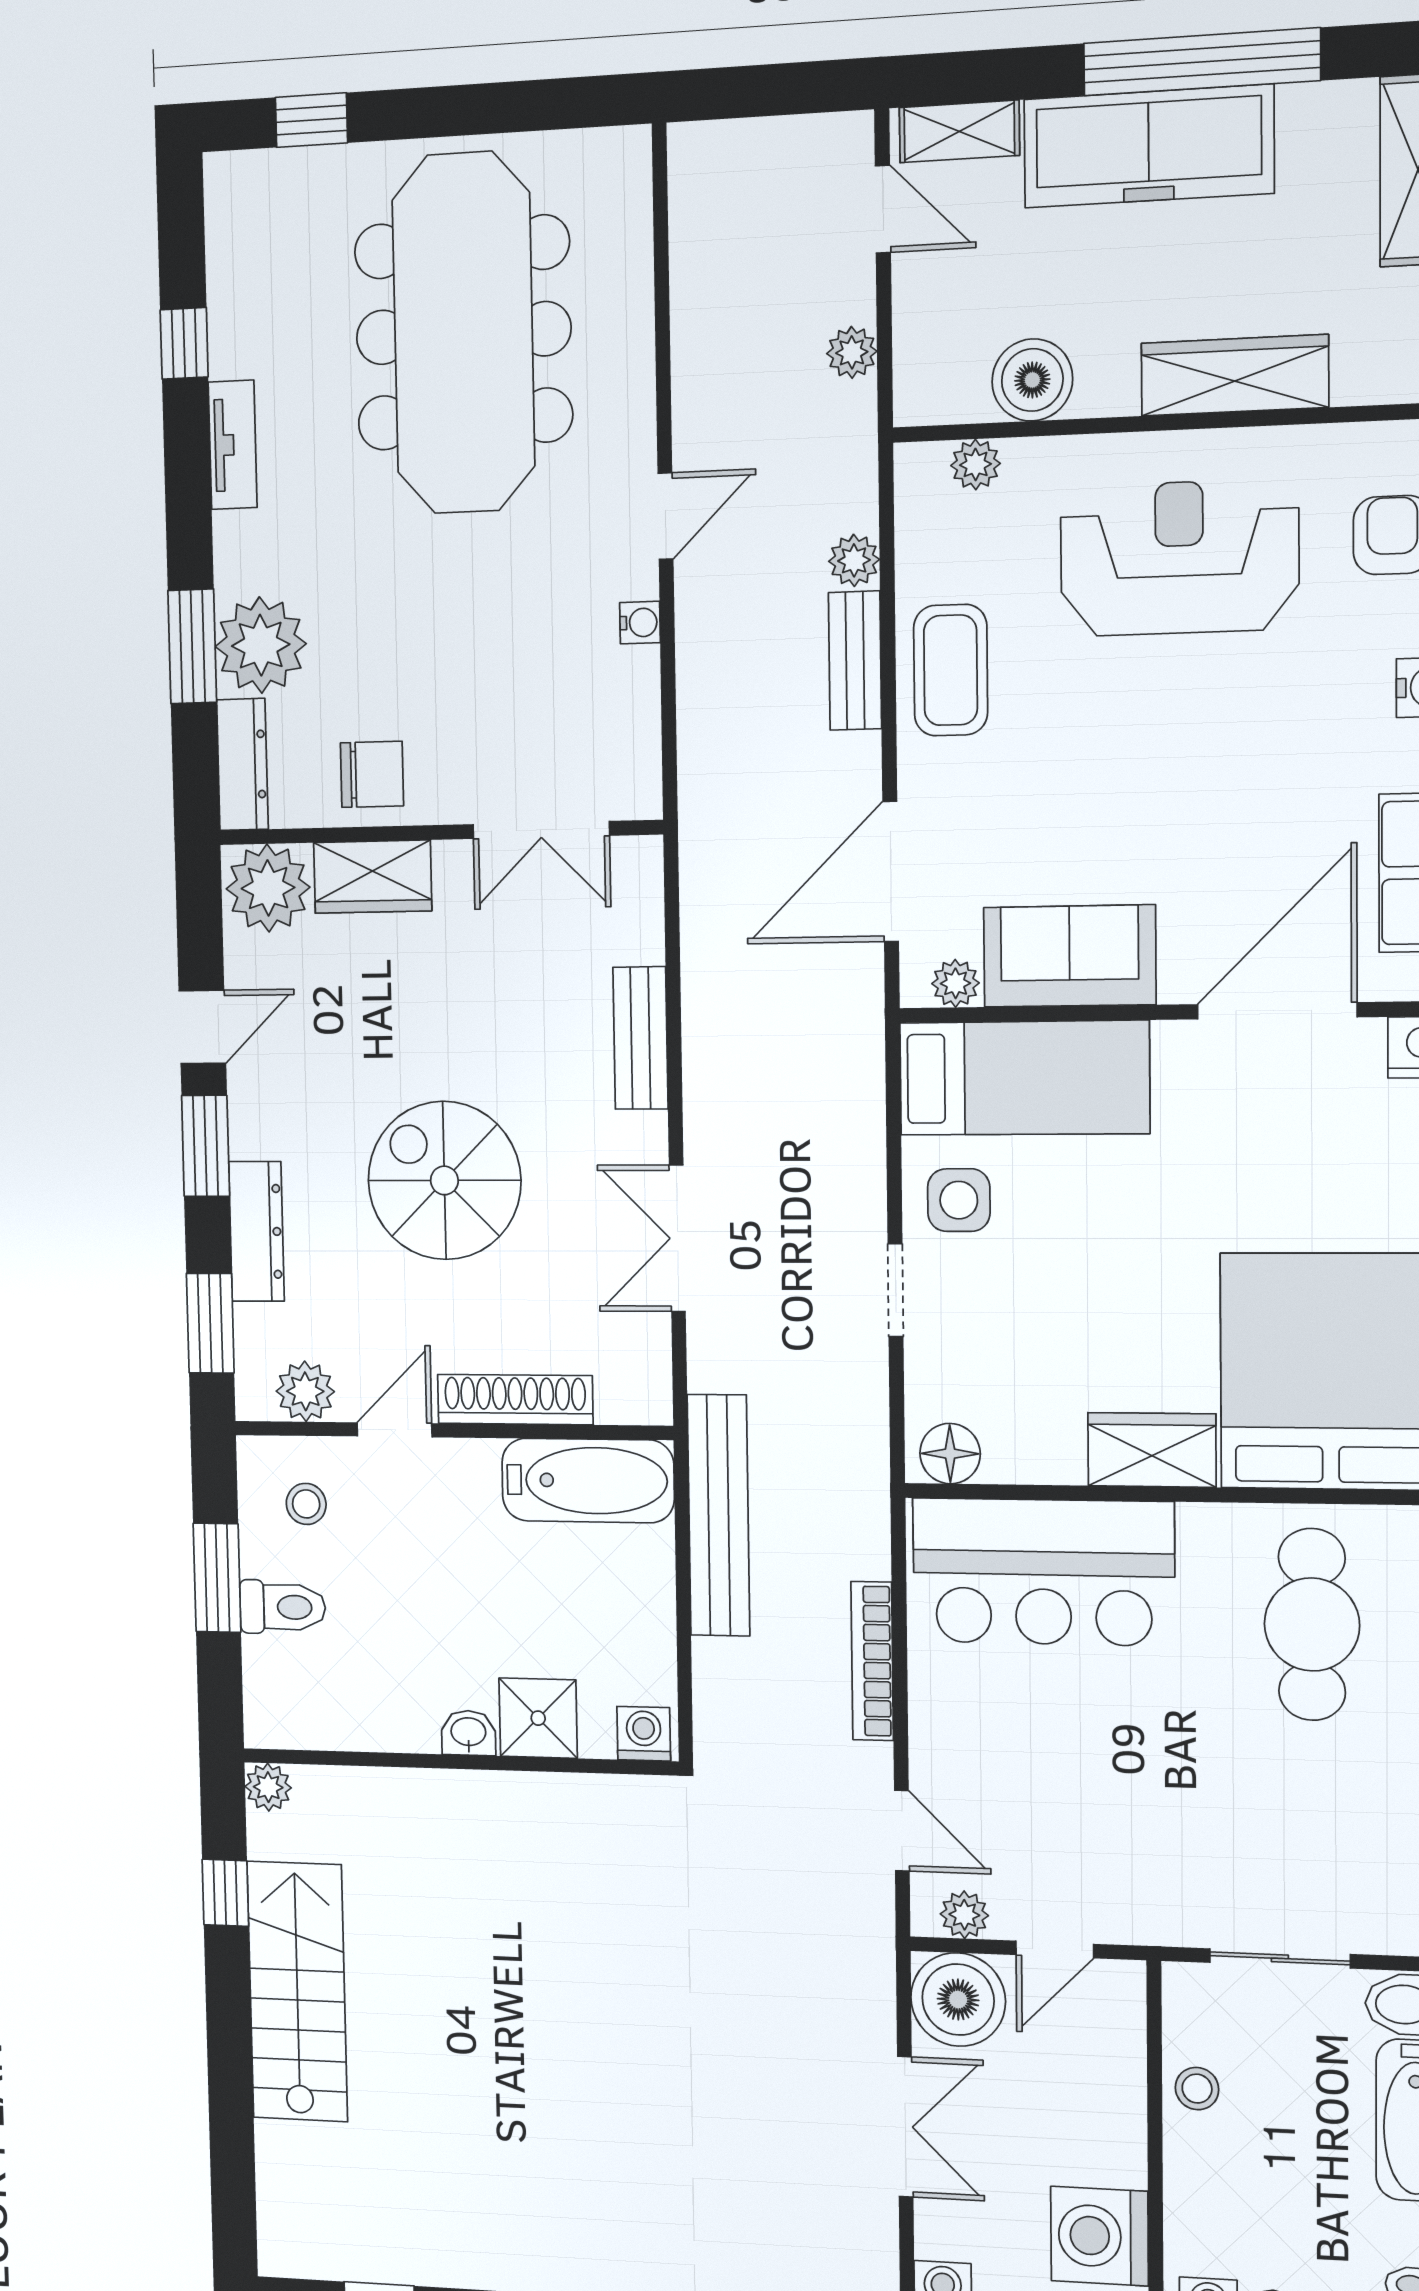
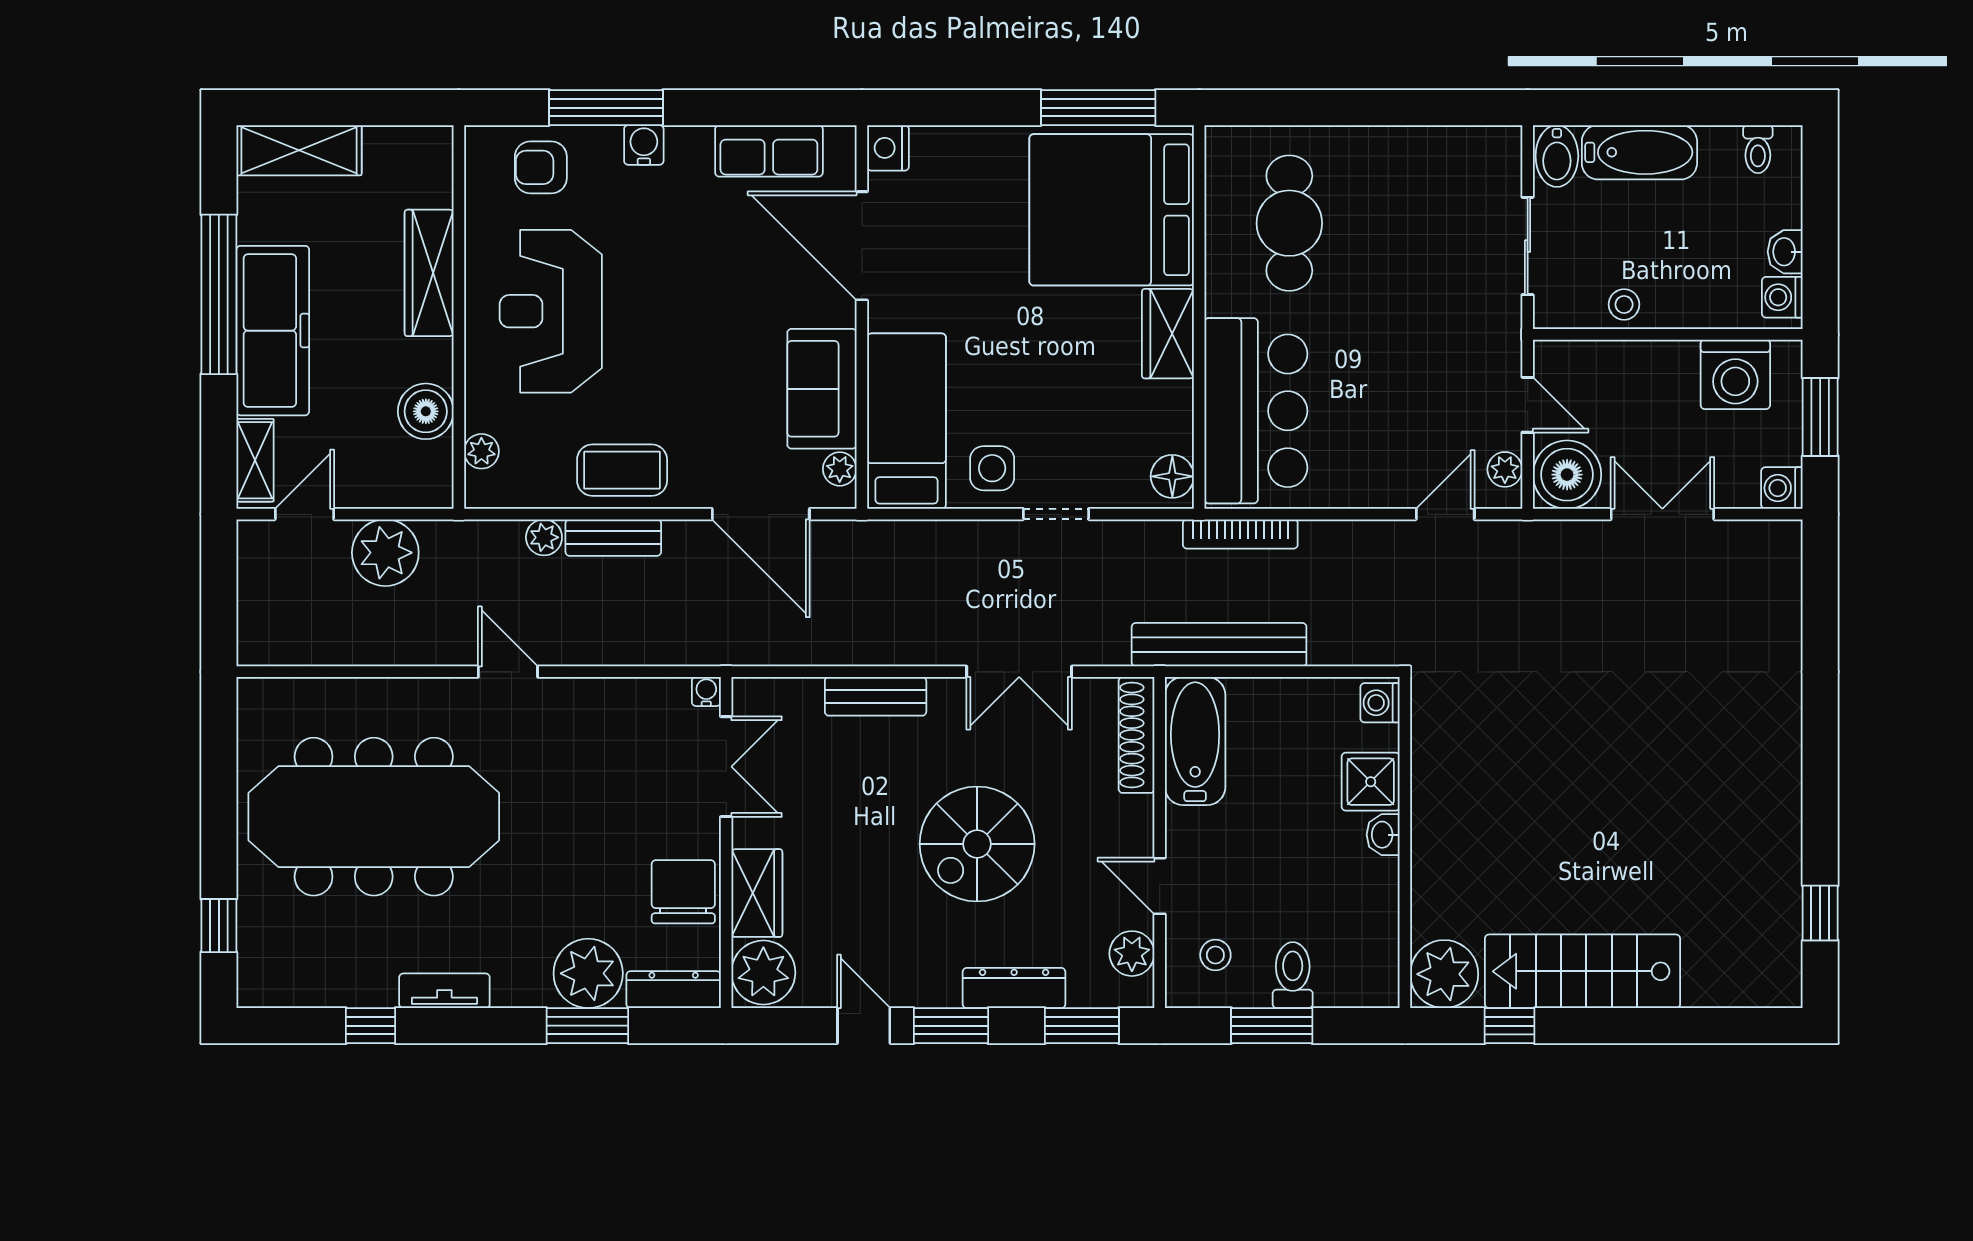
plant: (852, 352) -> (385, 553), width x1.88, depth x1.88
water cooler: (640, 623) -> (706, 691), moved
chair: (372, 774) -> (683, 892), width x1.37, depth x1.37
shoe rack: (515, 1399) -> (1136, 735), moved
cafe table: (1312, 1625) -> (1289, 223), turned 90
bookcase: (872, 1661) -> (1240, 534), moved
plant: (268, 1787) -> (1444, 974), width x1.88, depth x1.88

